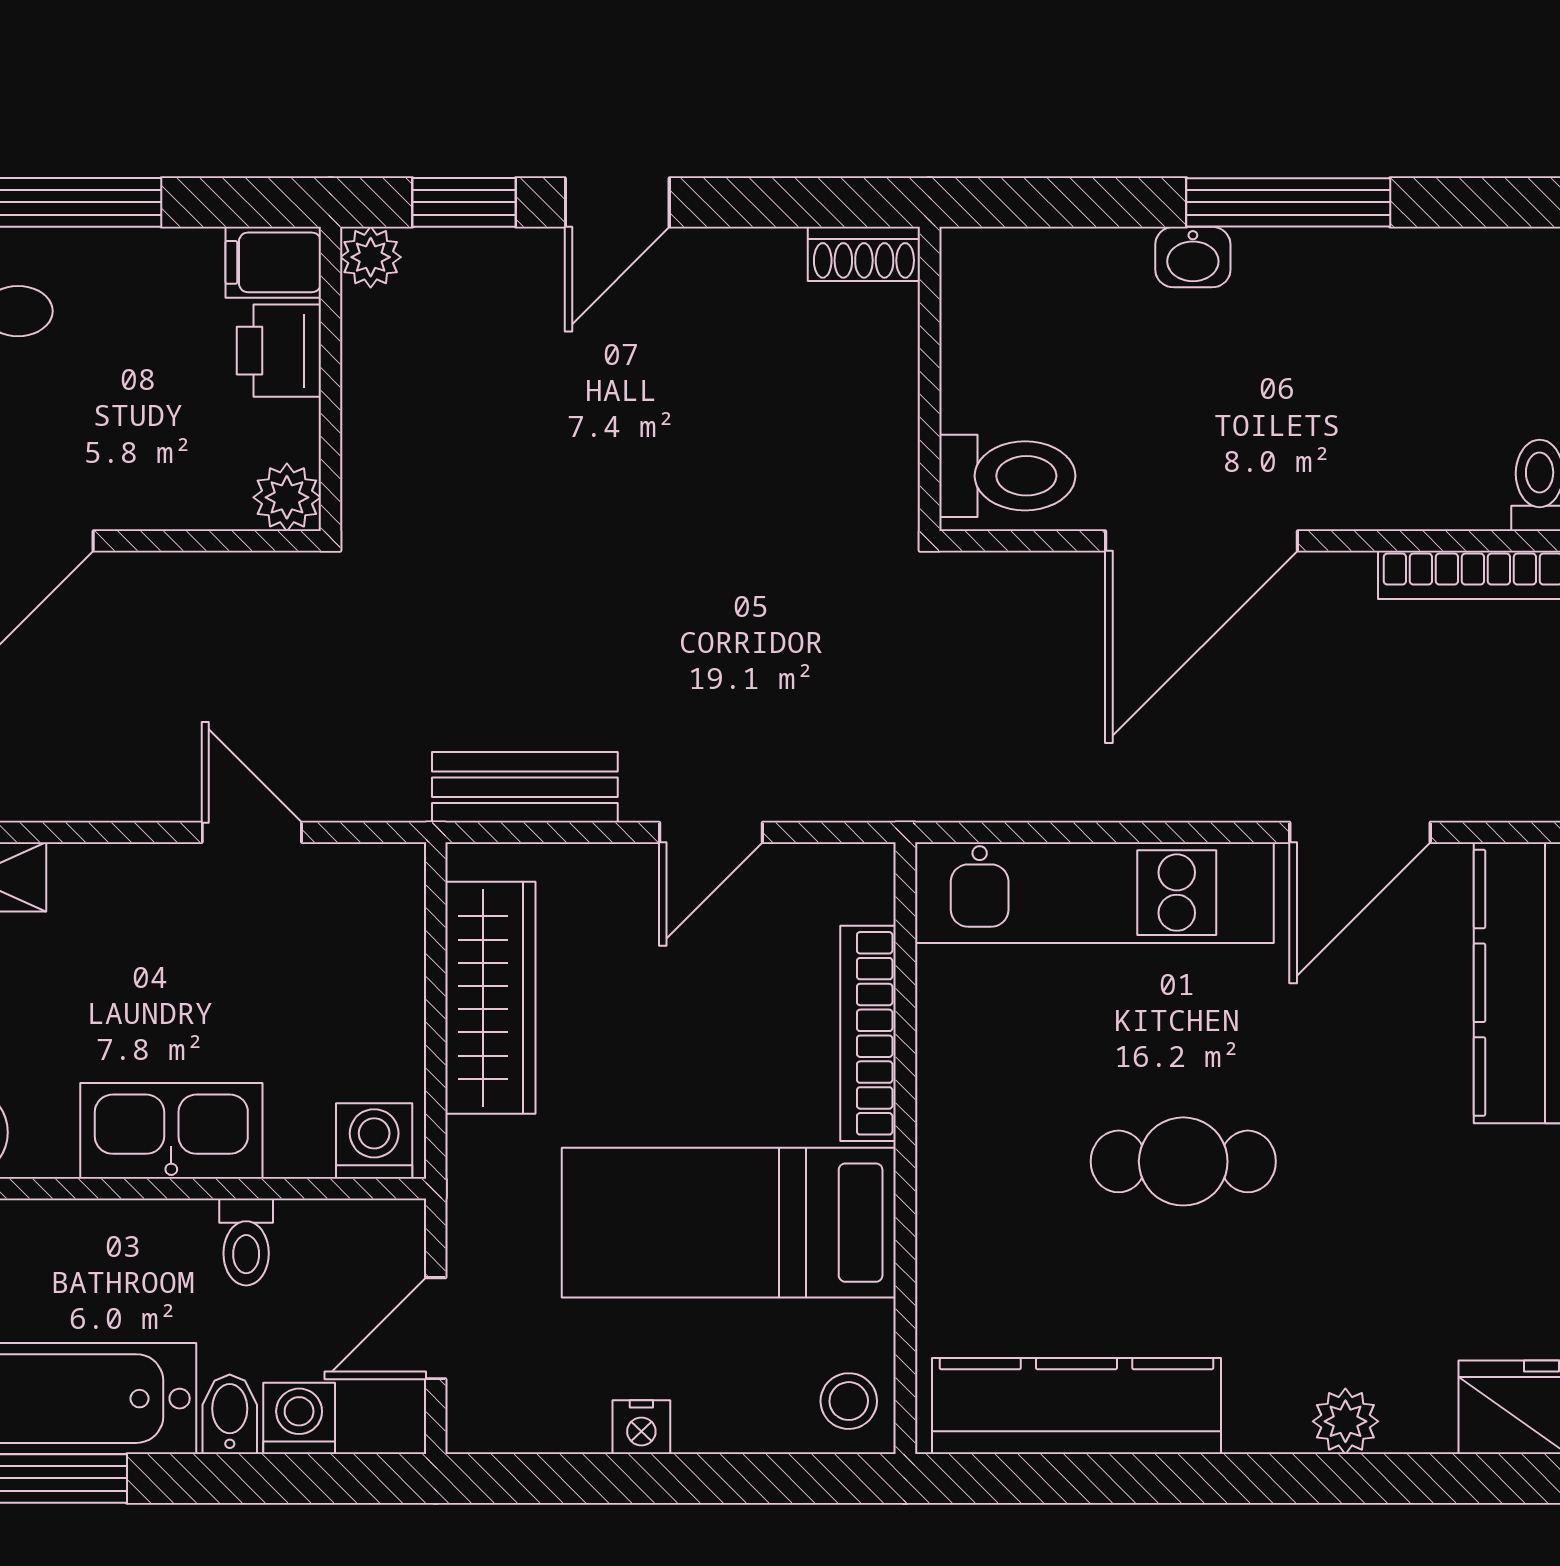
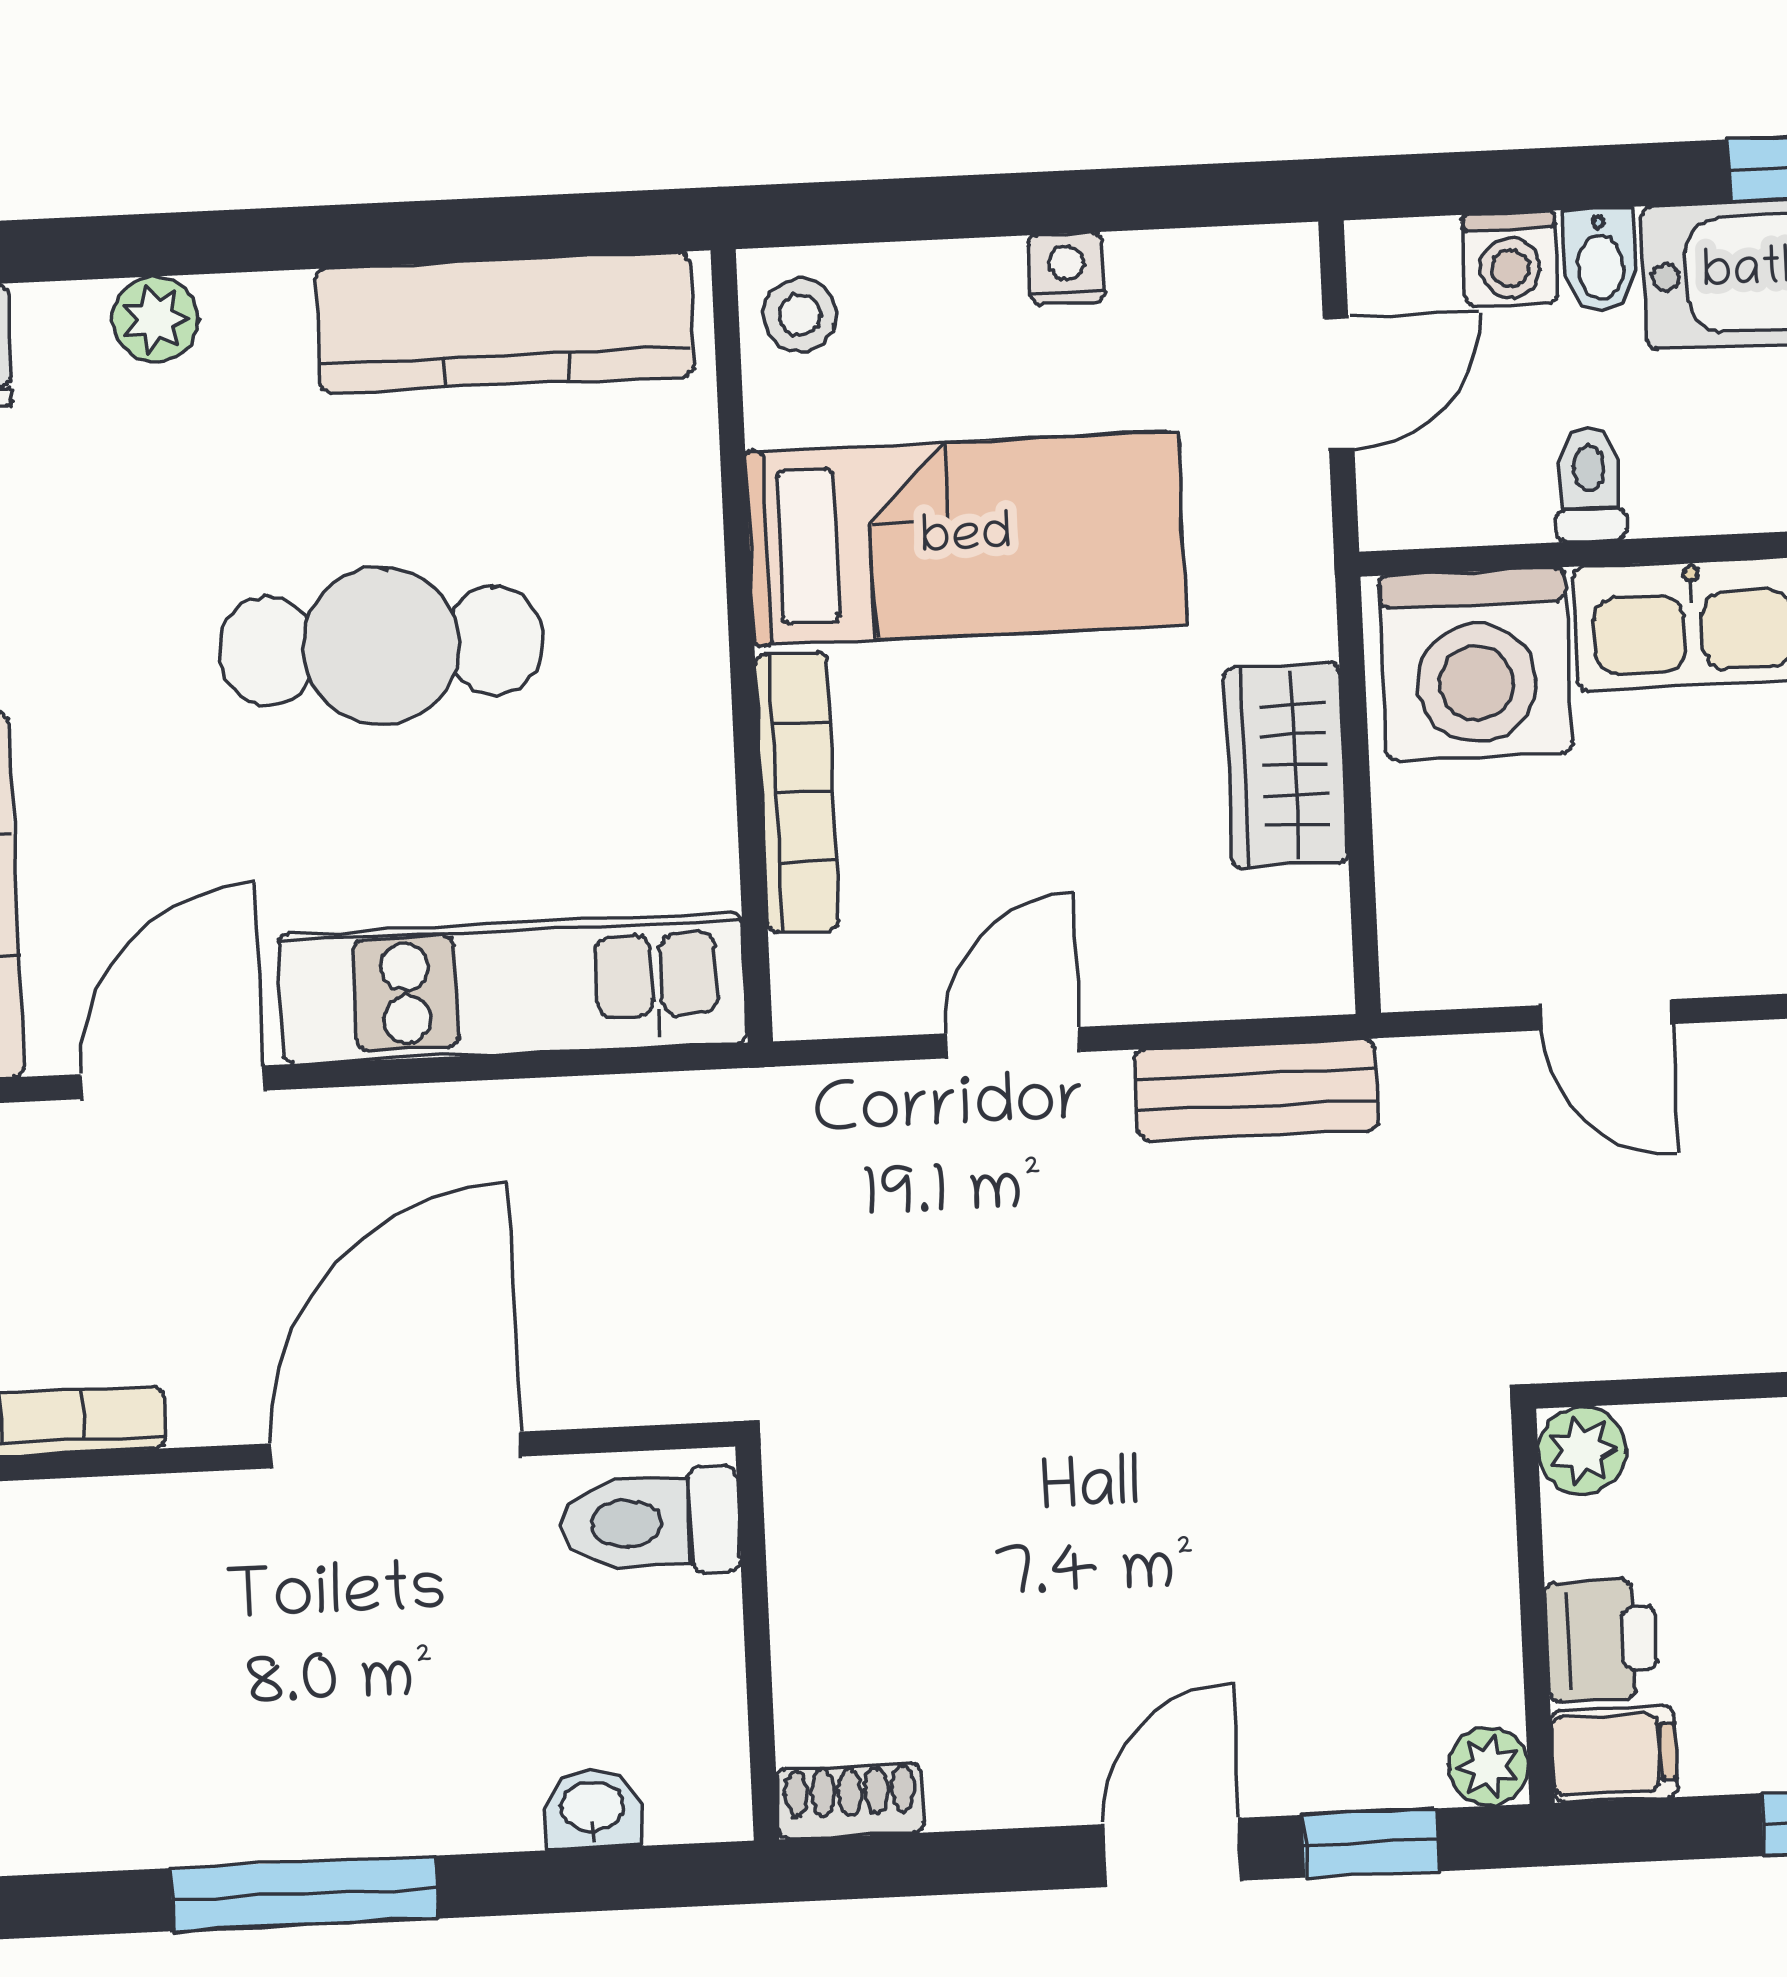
washbasin: (1193, 257) -> (592, 1809), moved
wardrobe: (490, 998) -> (1286, 765), width x0.67
washing machine: (374, 1141) -> (1476, 664), width x1.89, depth x1.89
cafe table: (1183, 1161) -> (381, 646), width x1.37, depth x1.35

